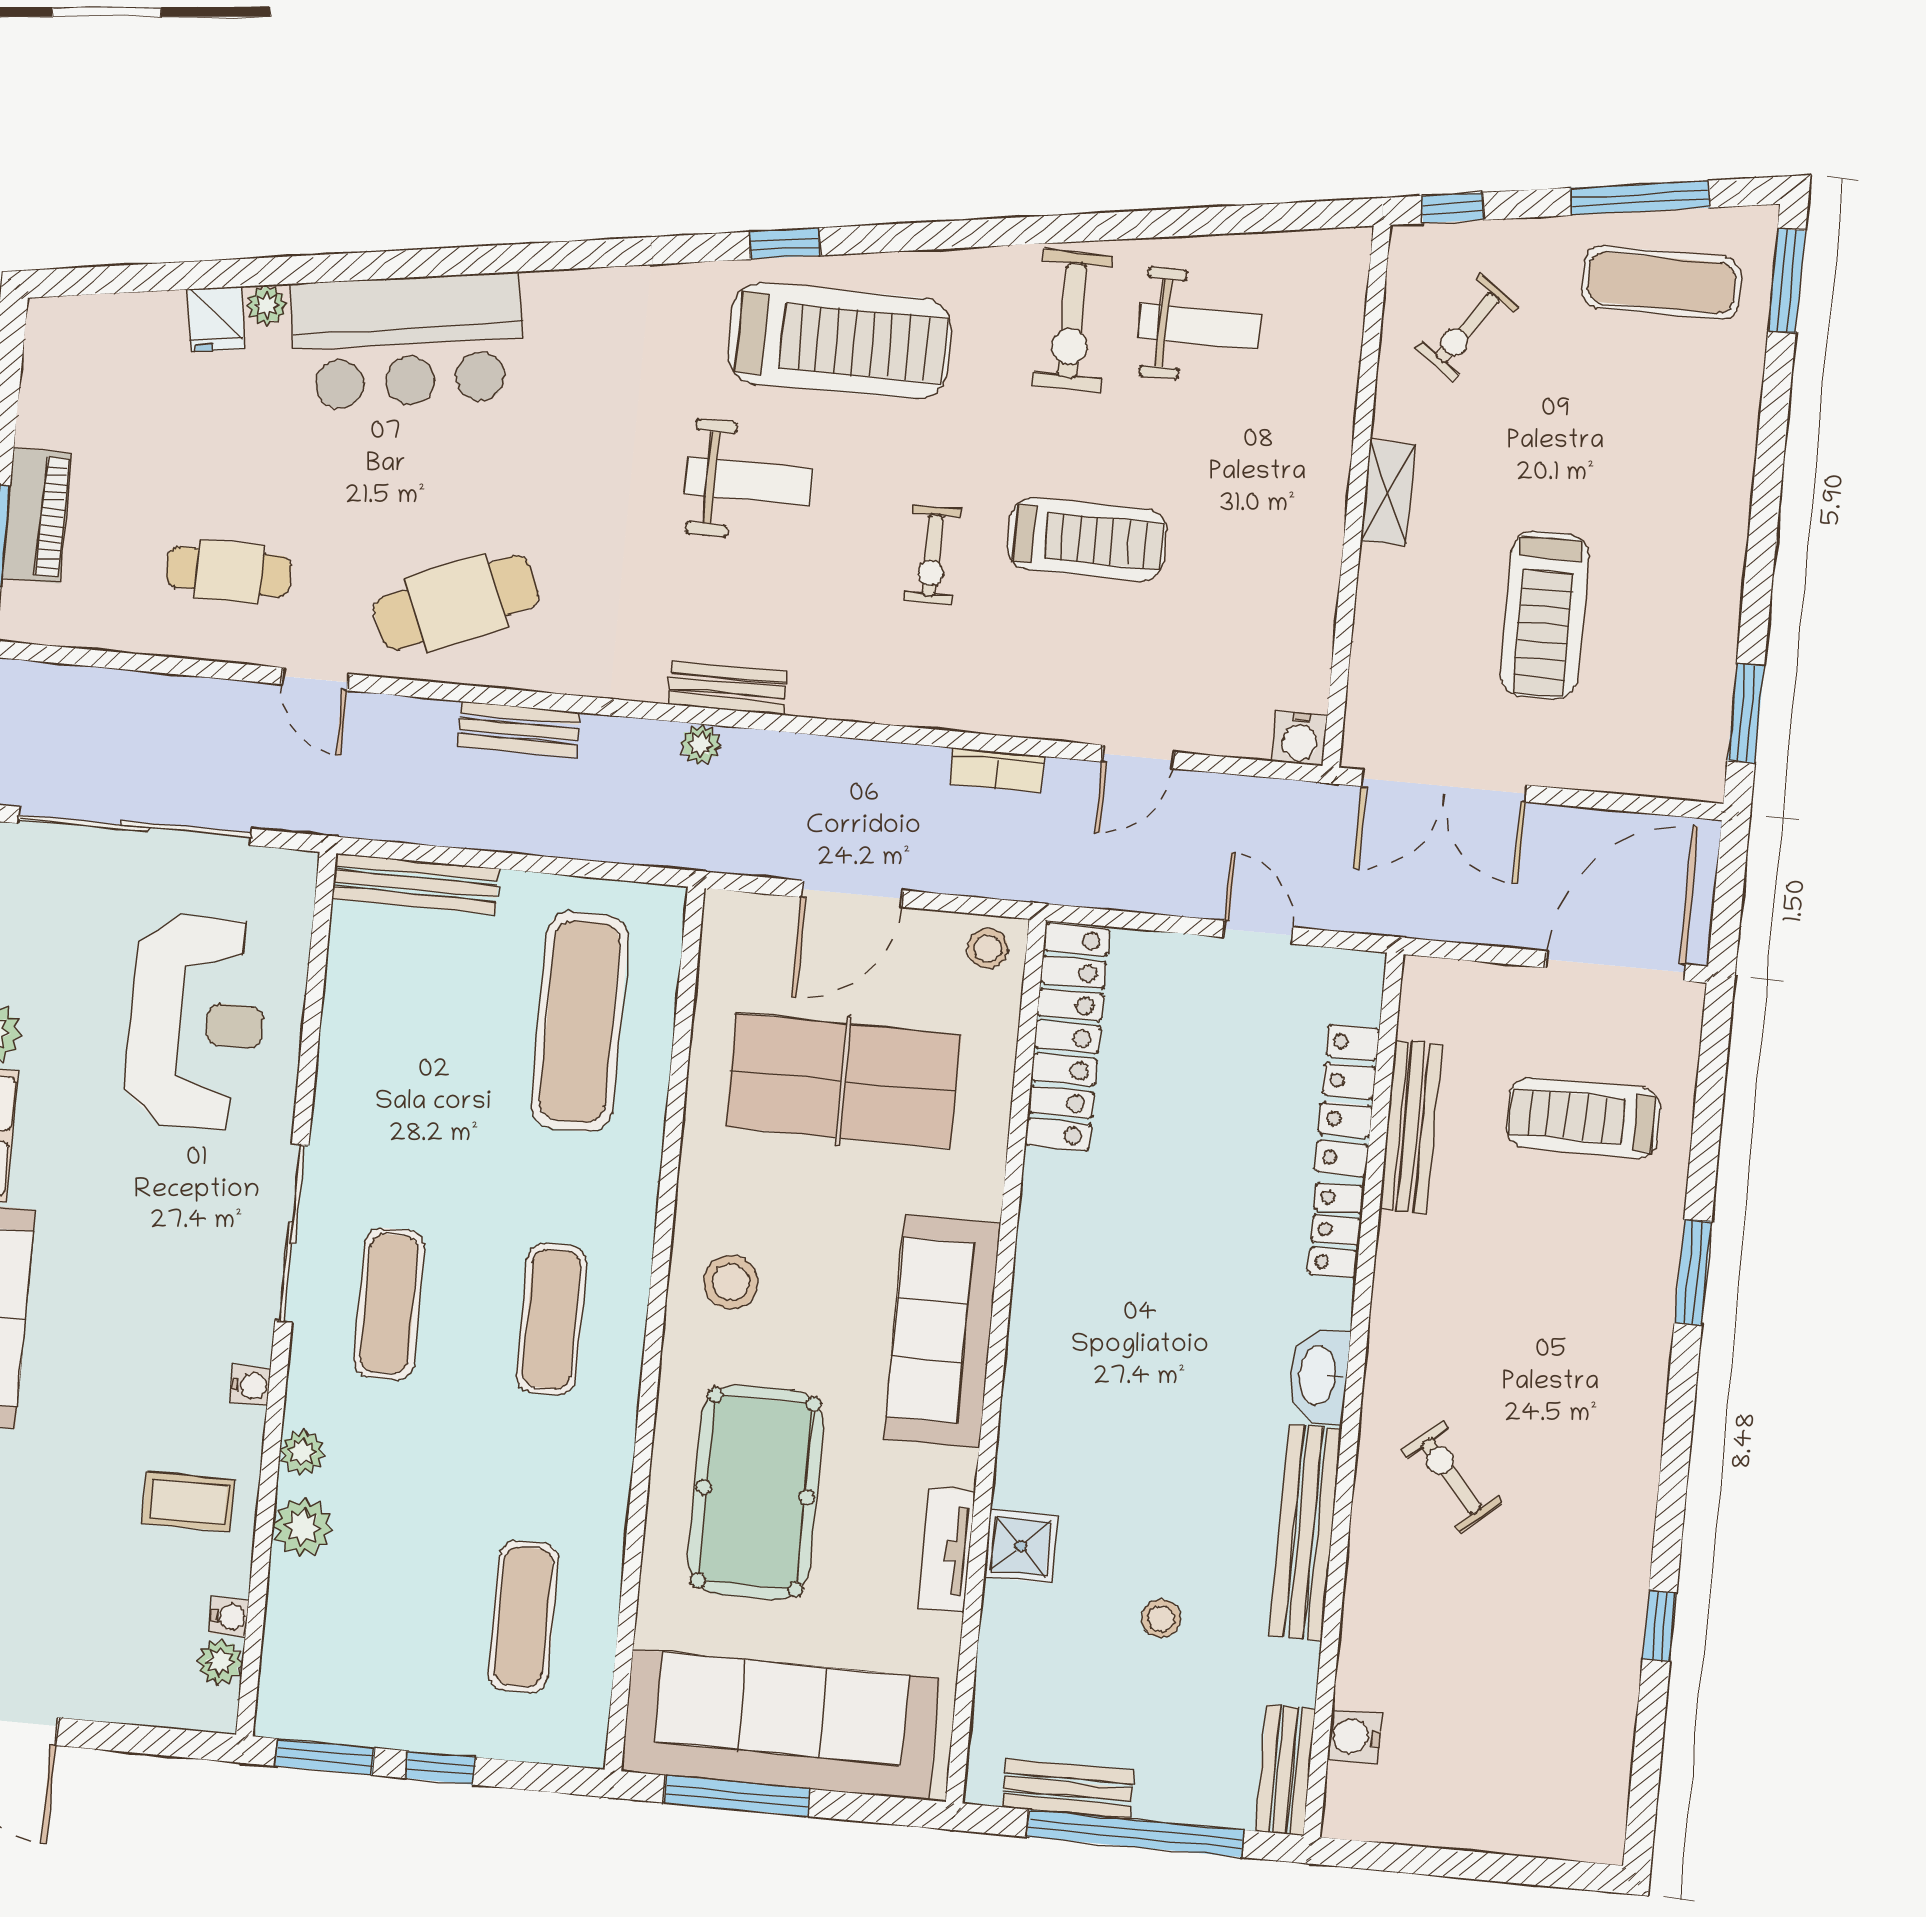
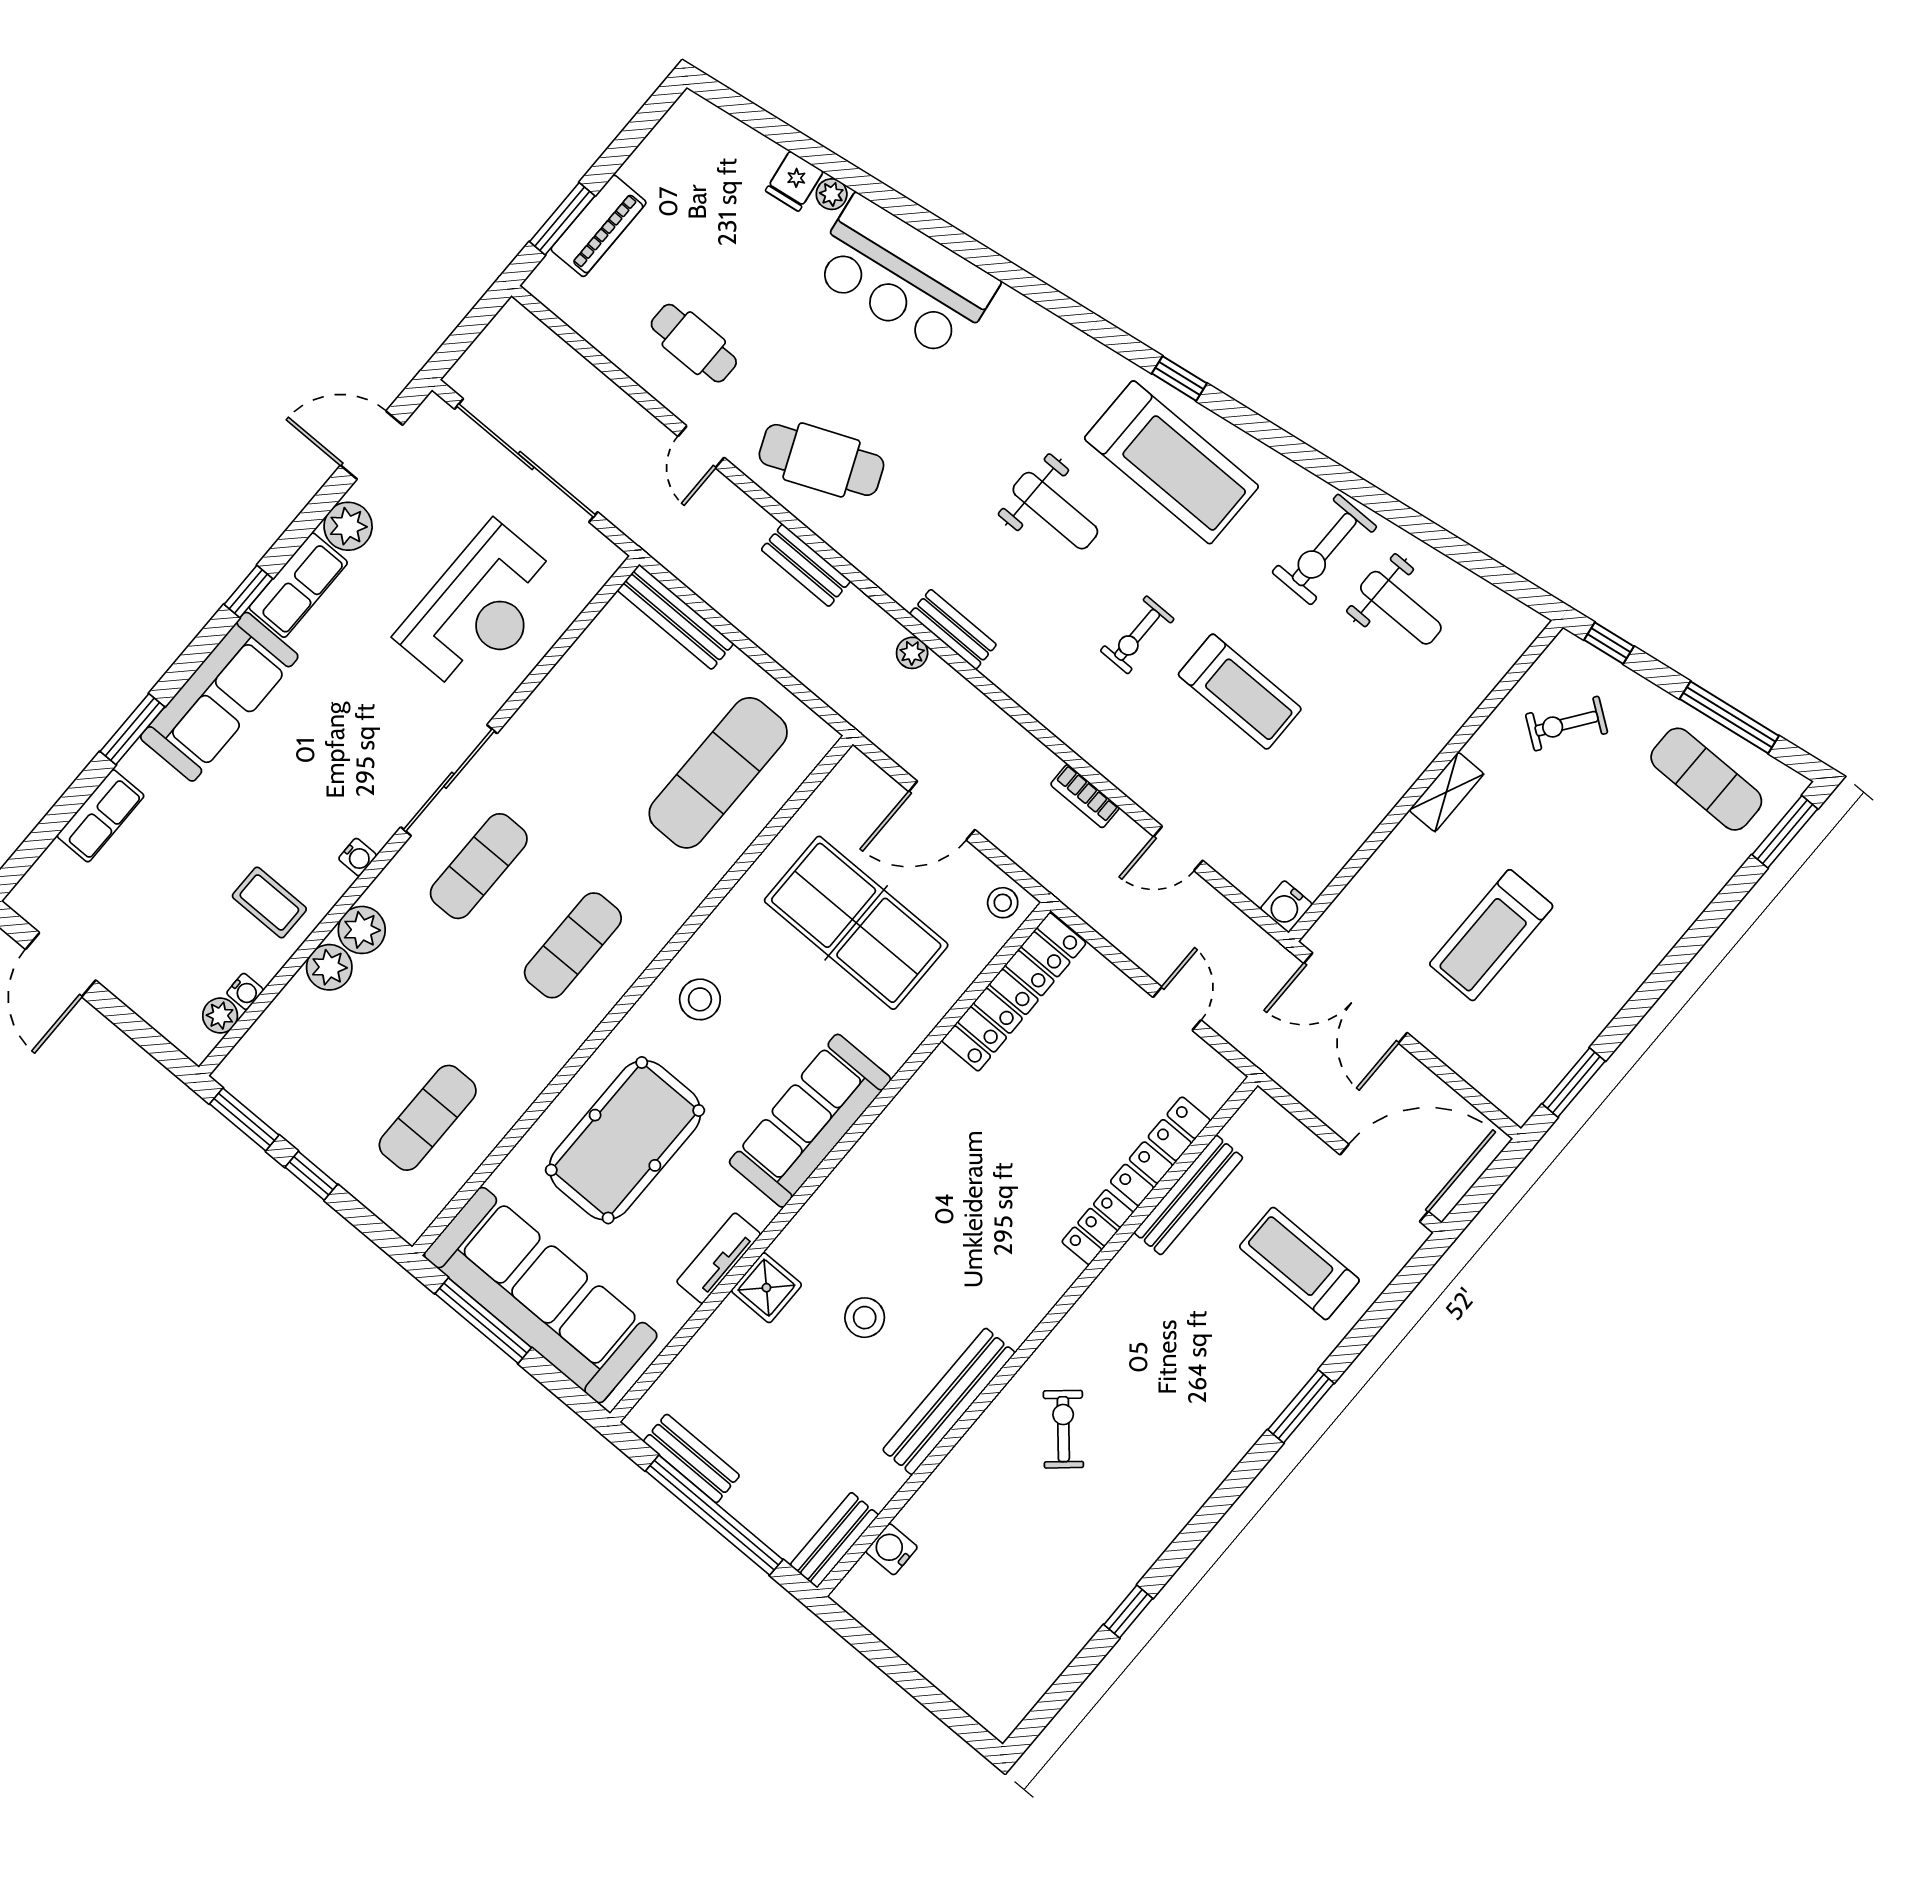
washbasin: (1319, 1376) -> (1024, 1310), removed
plant: (302, 1452) -> (362, 930), width x1.38, depth x1.38
stool: (1161, 1618) -> (865, 1318), moved, width x1.37, depth x1.37

